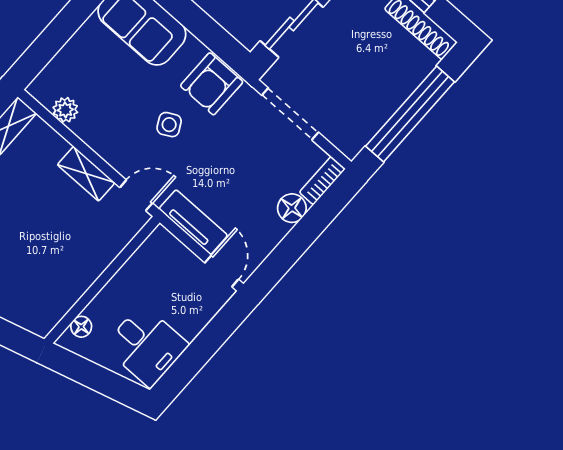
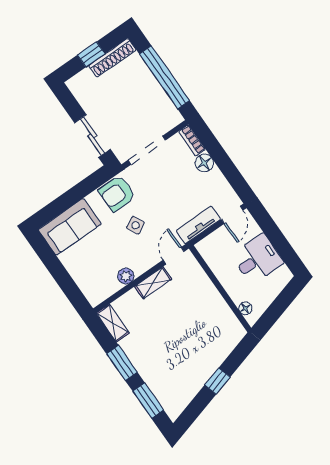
armchair: (212, 84) -> (117, 193), turned 90
plant: (65, 110) -> (126, 276), moved
door: (222, 271) -> (232, 215), swing flipped
desk: (146, 346) -> (258, 259), moved

